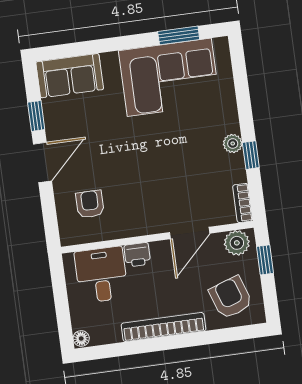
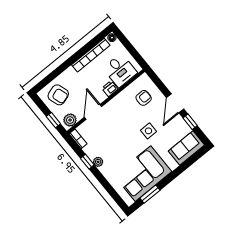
side table: (116, 144) -> (149, 131), added
armchair: (90, 204) -> (144, 98), turned -90
bookcase: (164, 327) -> (91, 55), moved

